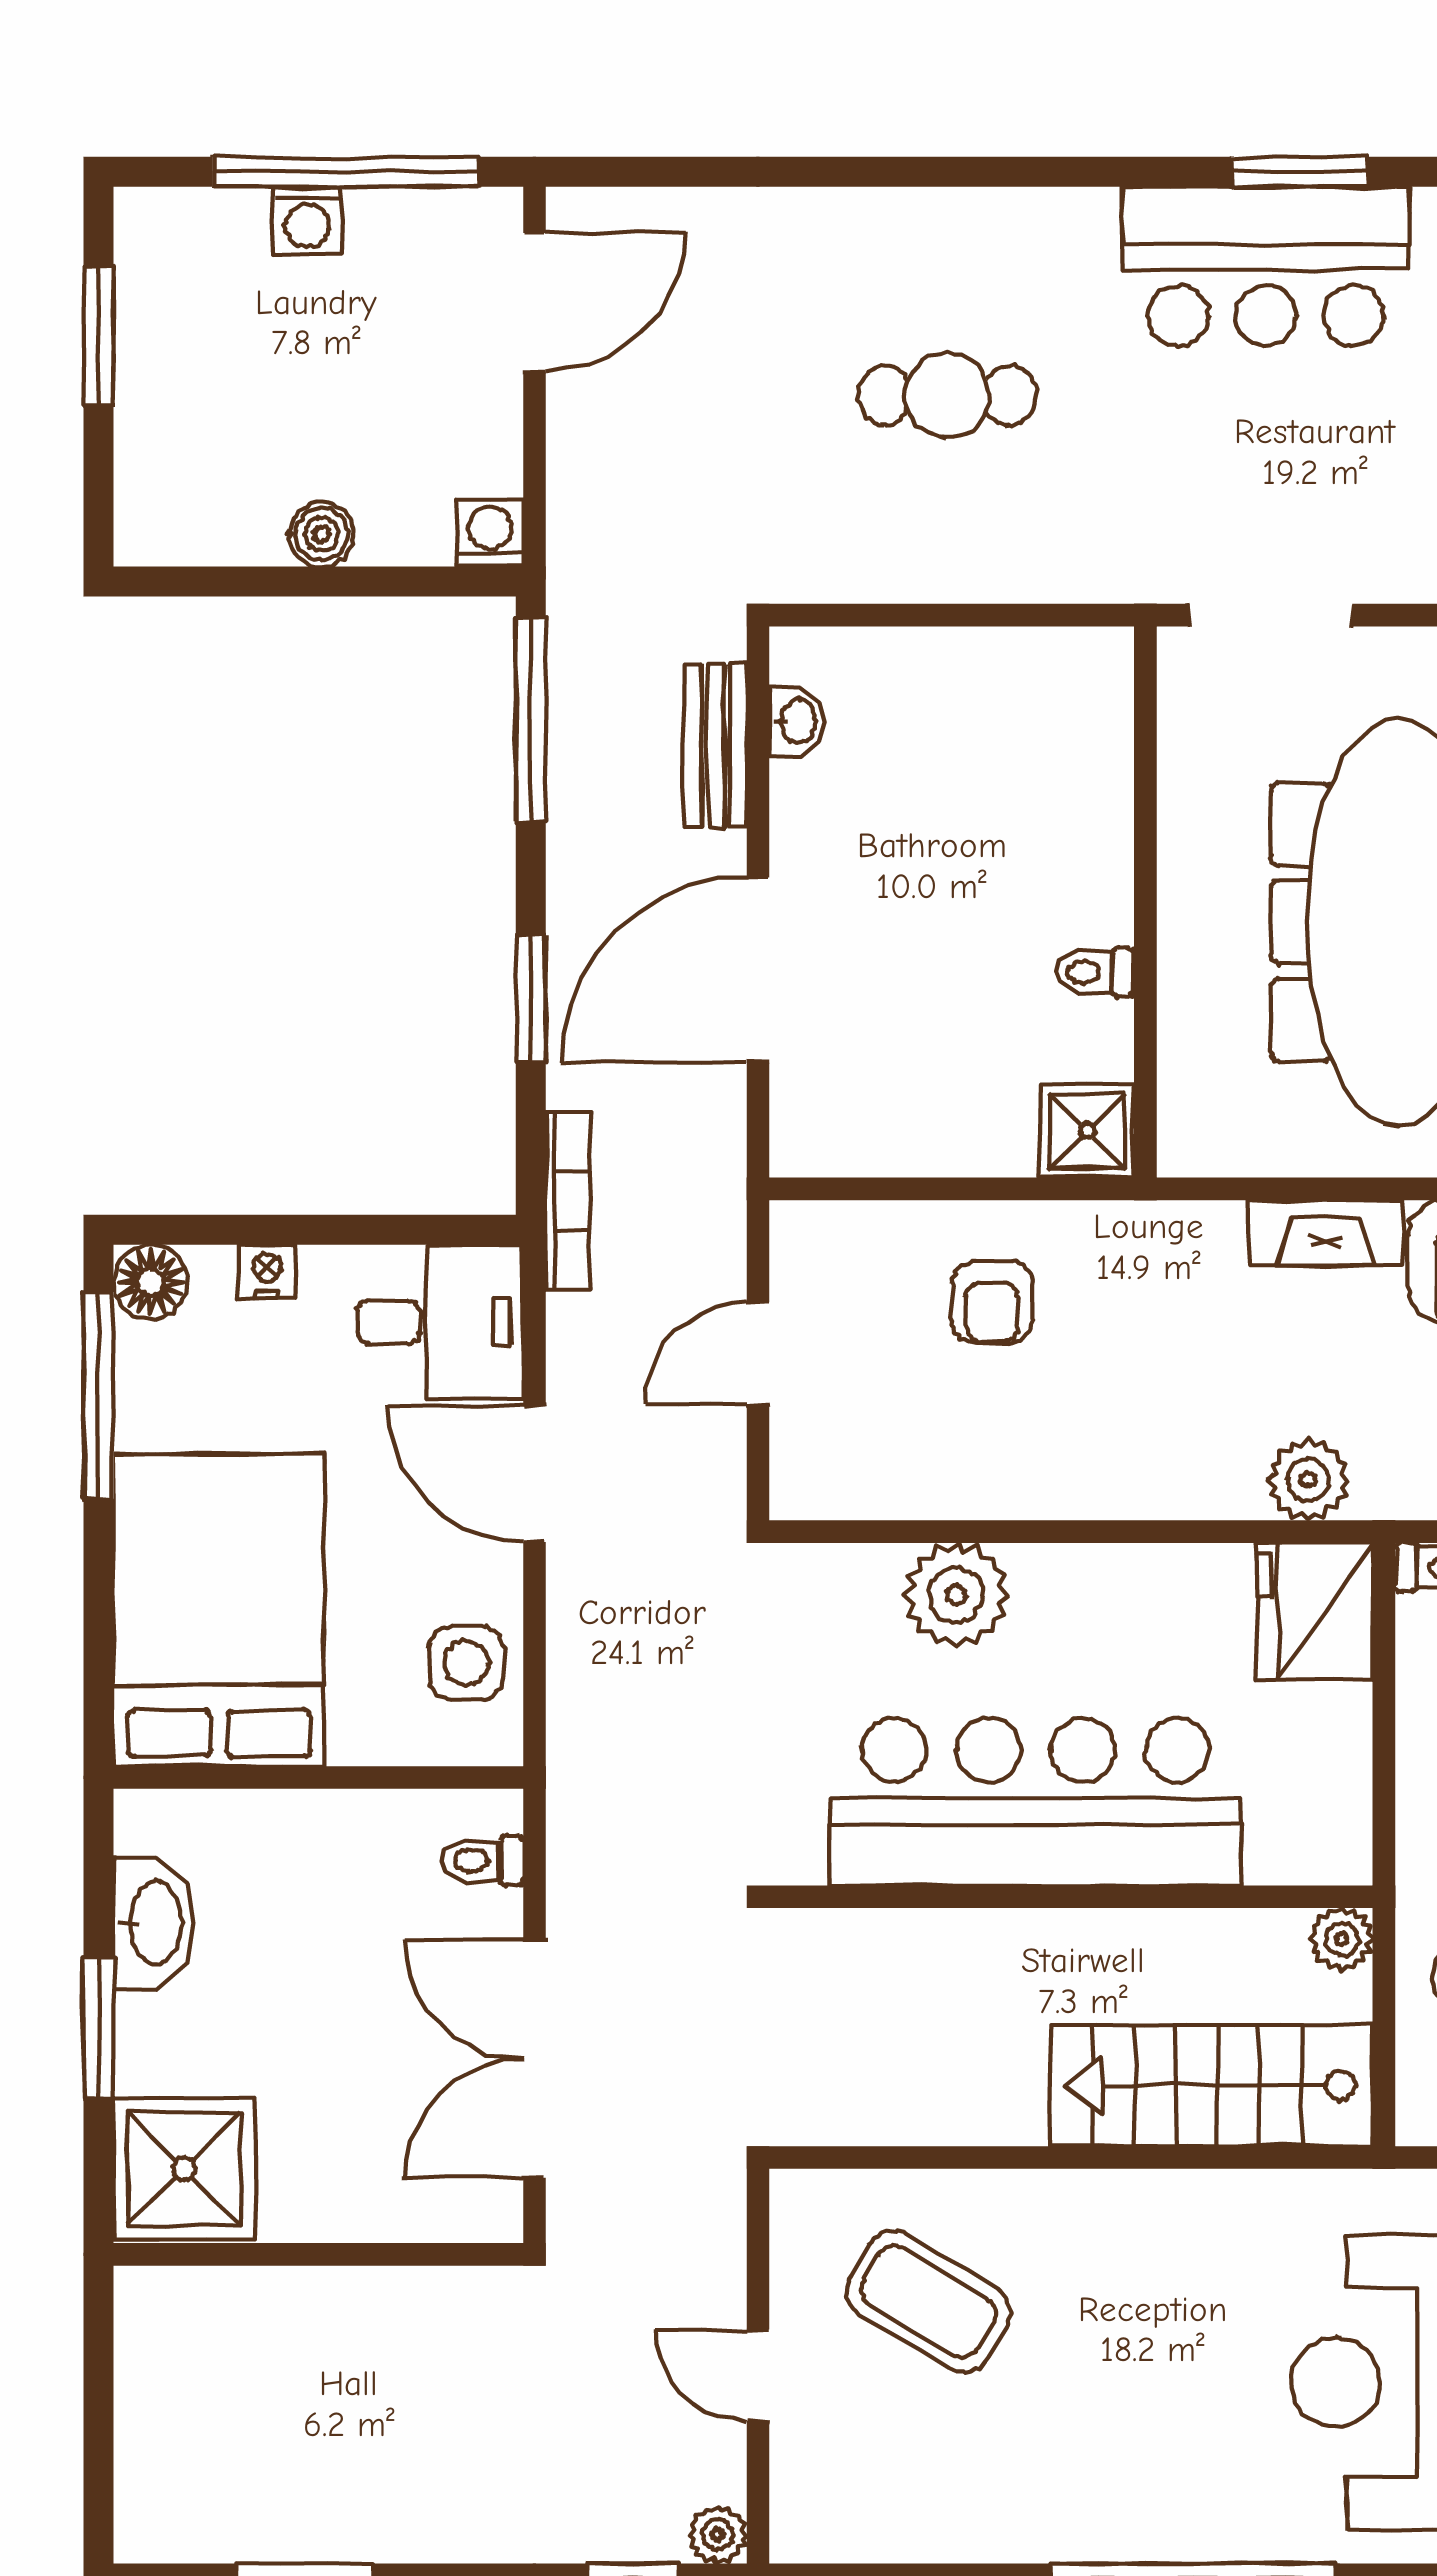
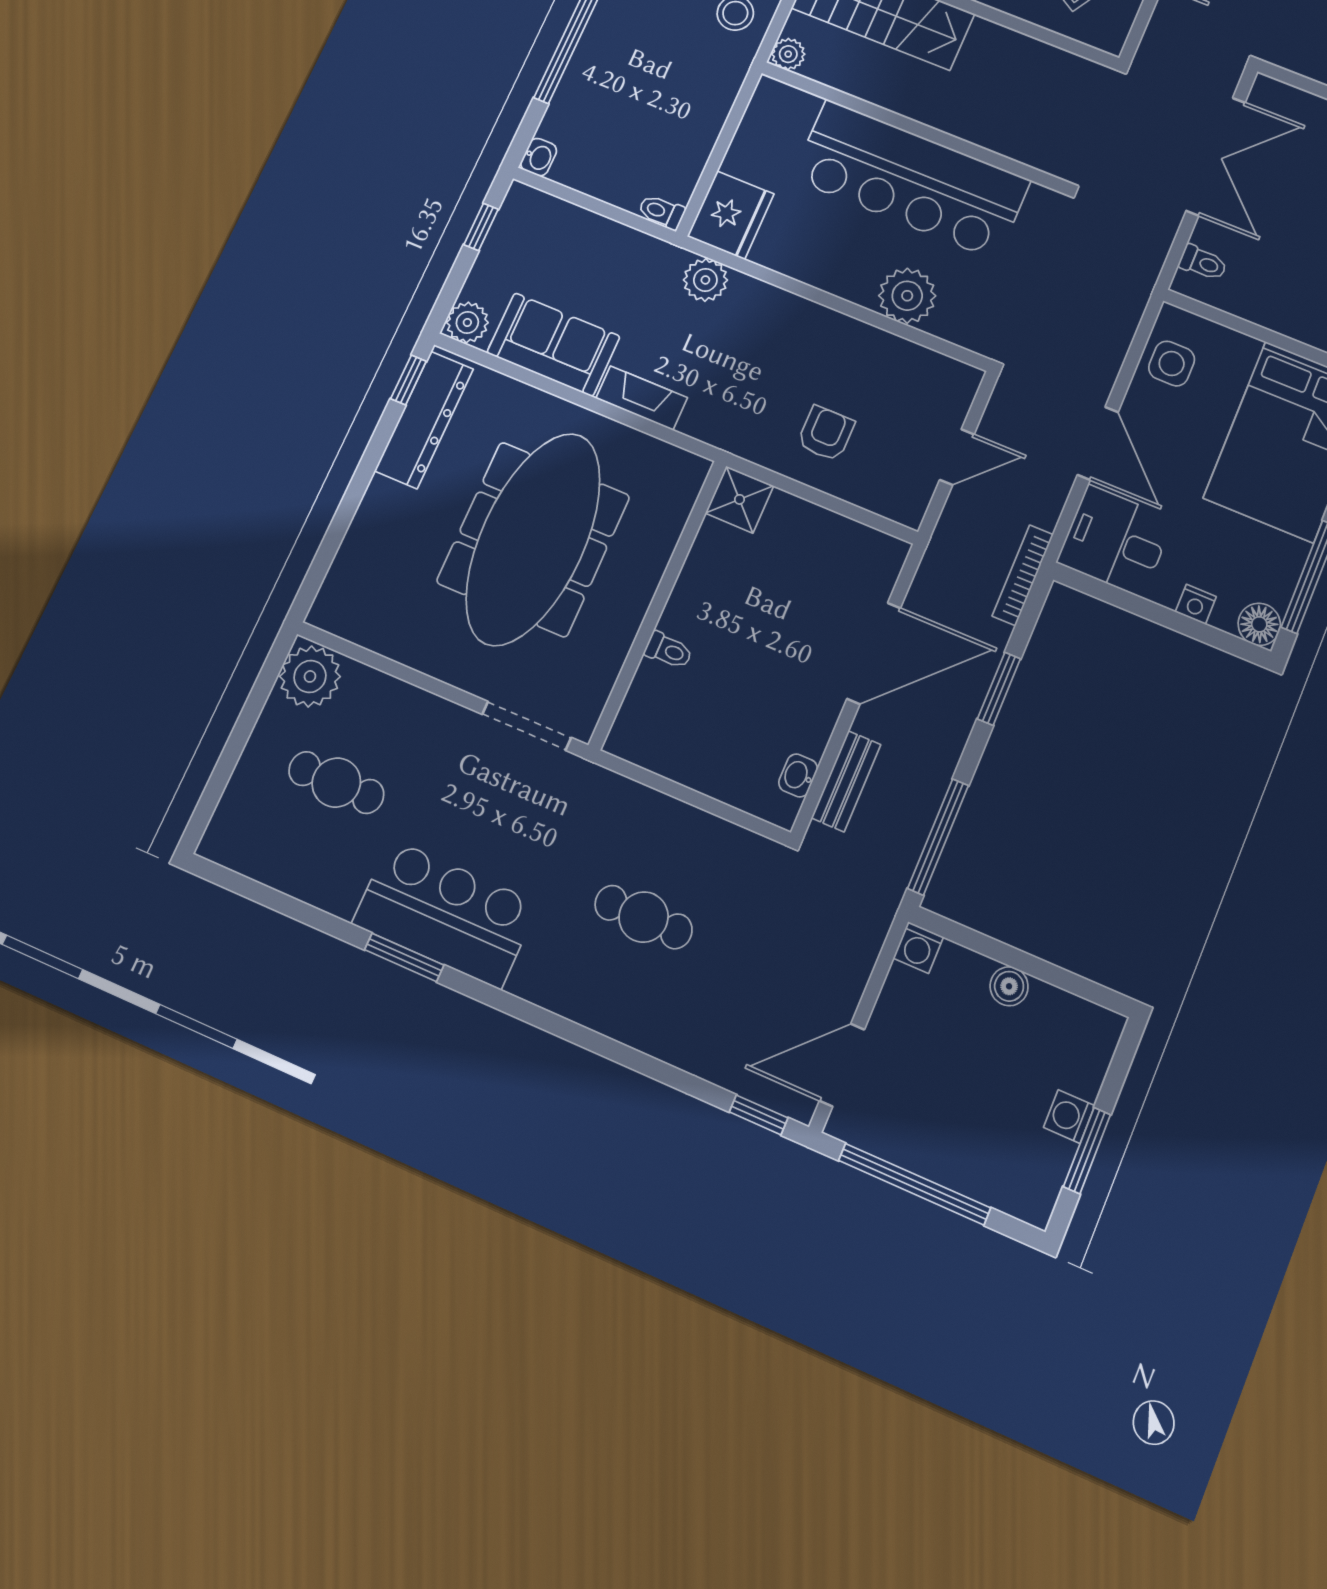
window: (632, 172) -> (759, 1115), added
washing machine: (308, 220) -> (1069, 1116), moved, turned -90
toilet: (1095, 972) -> (668, 650), moved

